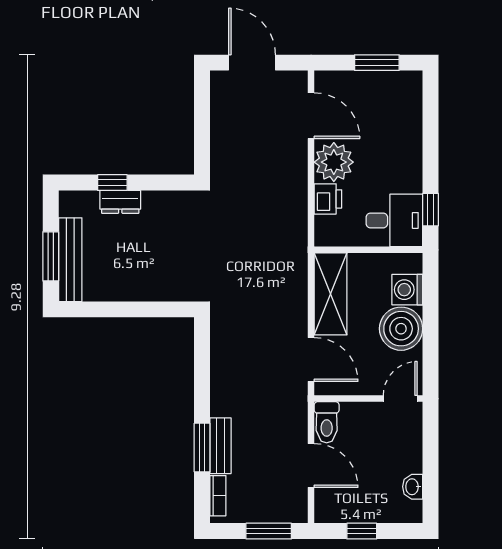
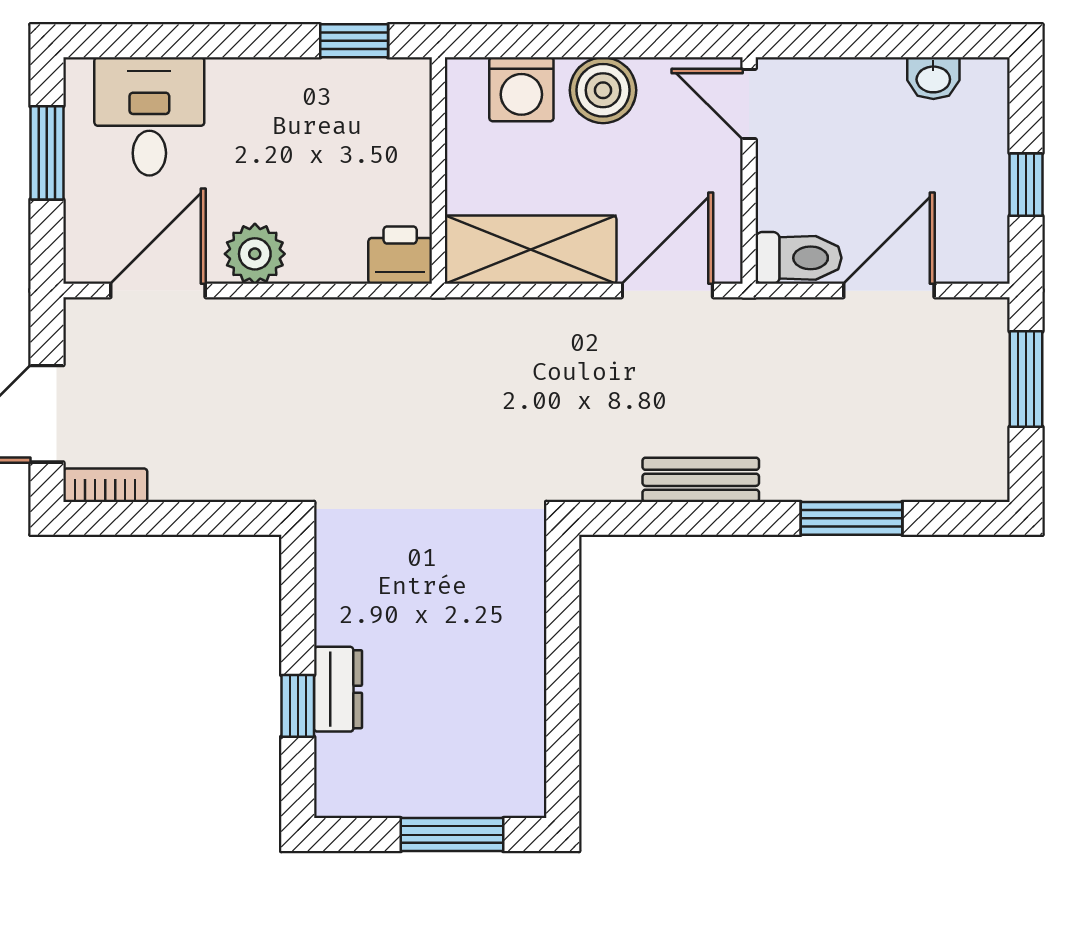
plant: (334, 162) -> (255, 254), width x0.73, depth x0.73
printer: (328, 199) -> (400, 255), moved
desk: (394, 220) -> (149, 116), moved
bench: (70, 260) -> (459, 794), removed
boiler: (401, 329) -> (603, 90), width x0.73, depth x0.73
bench: (220, 446) -> (701, 480), moved
bookcase: (218, 496) -> (105, 485), moved

